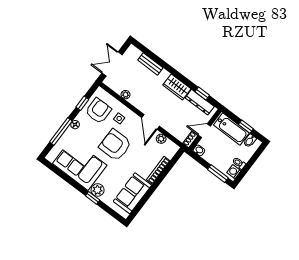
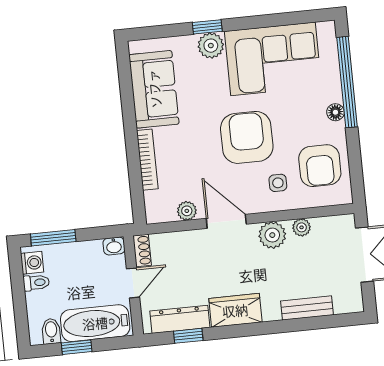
plant: (139, 102) -> (272, 235), added
window: (82, 103) -> (354, 154), removed
window: (61, 132) -> (347, 82), width x1.46
armchair: (115, 145) -> (247, 137), turned -90

